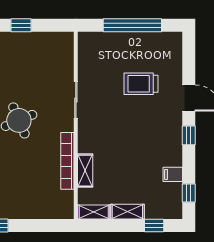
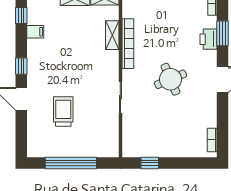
window: (21, 25) -> (150, 163), moved
trolley: (141, 84) -> (63, 111), turned -90

